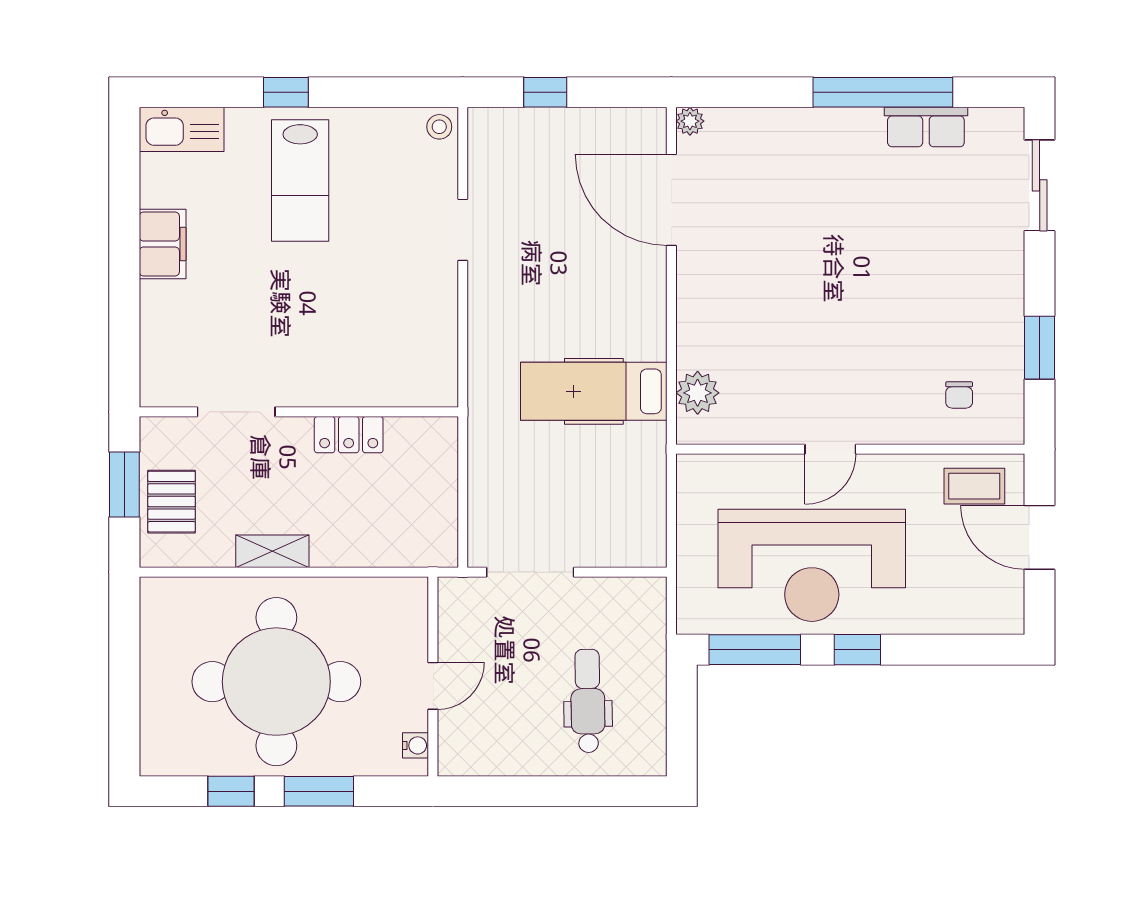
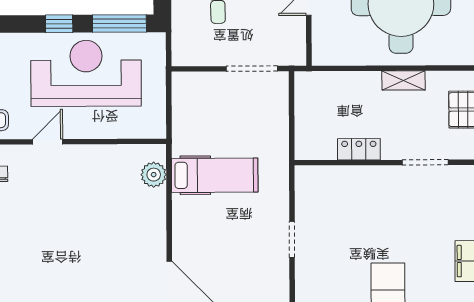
doorway: (463, 230) -> (292, 240), moved
door: (830, 449) -> (48, 142), moved

